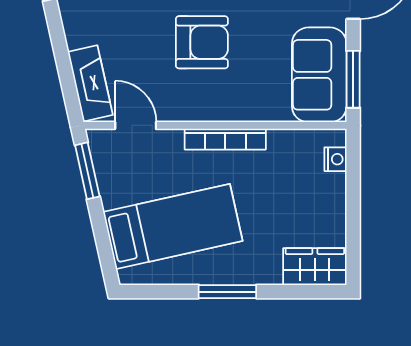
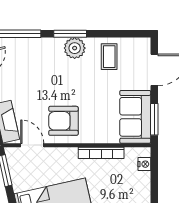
armchair: (202, 42) -> (63, 121), moved, turned 180
bookcase: (225, 139) -> (101, 153), moved

